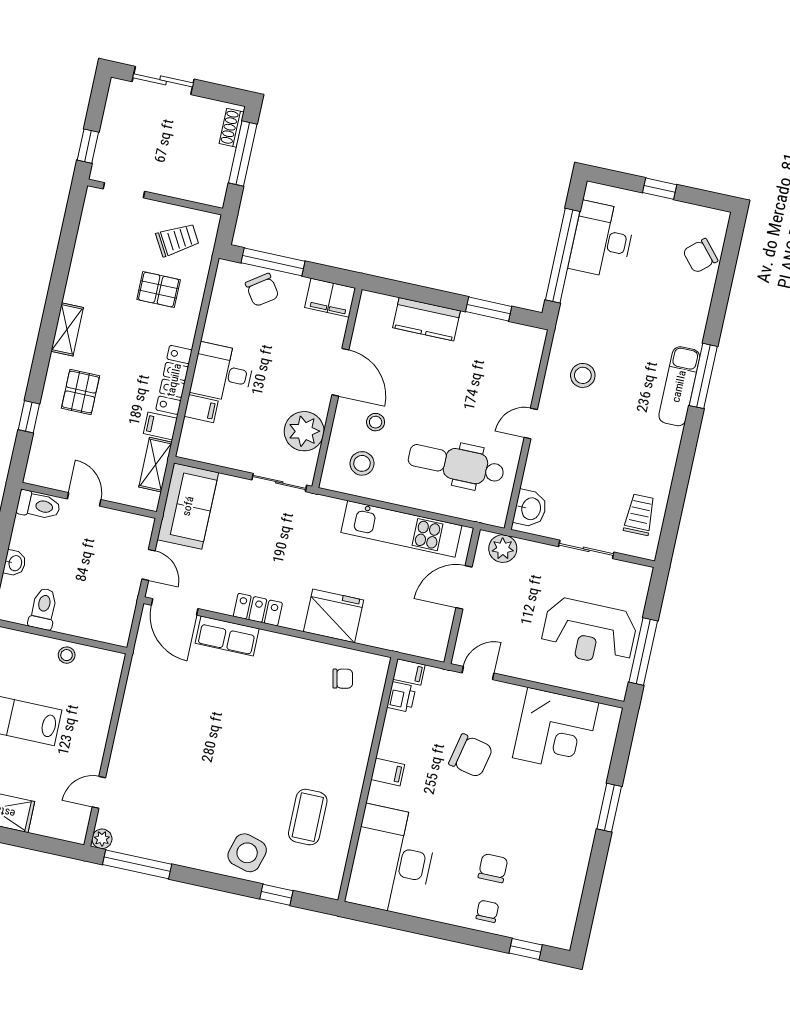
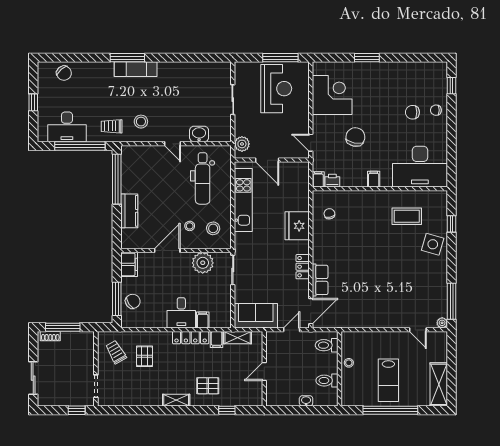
window: (489, 309) -> (117, 179), width x2.11
toilet: (39, 505) -> (327, 345), moved, turned -90
washbasin: (530, 509) -> (199, 134), moved
trolley: (640, 515) -> (112, 126), moved

